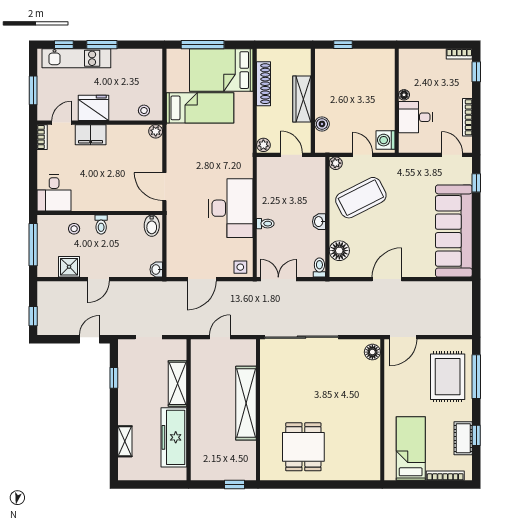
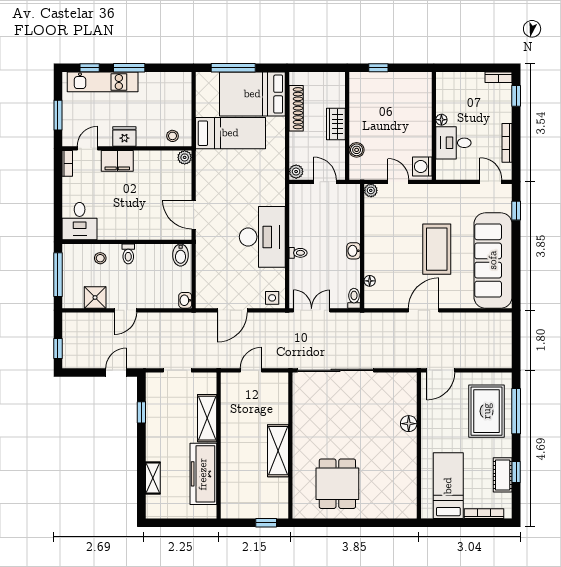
wardrobe: (302, 99) -> (336, 124), width x0.67
fridge: (93, 108) -> (124, 137), width x0.73, depth x0.75
coffee table: (361, 198) -> (437, 249), moved, turned -63
floor lamp: (339, 251) -> (370, 281), width x0.53, depth x0.53
floor lamp: (372, 352) -> (409, 424), moved
shelving: (246, 403) -> (278, 451), width x0.68

